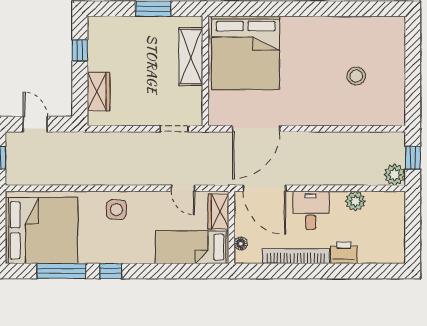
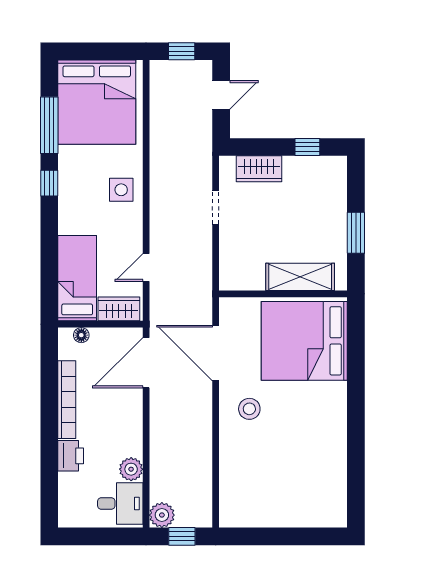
stool: (356, 76) -> (249, 409), moved
doorway: (174, 129) -> (216, 208), moved
desk: (311, 210) -> (120, 504), moved

